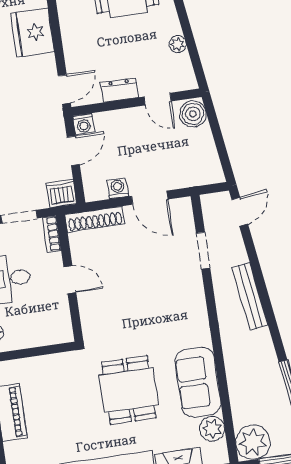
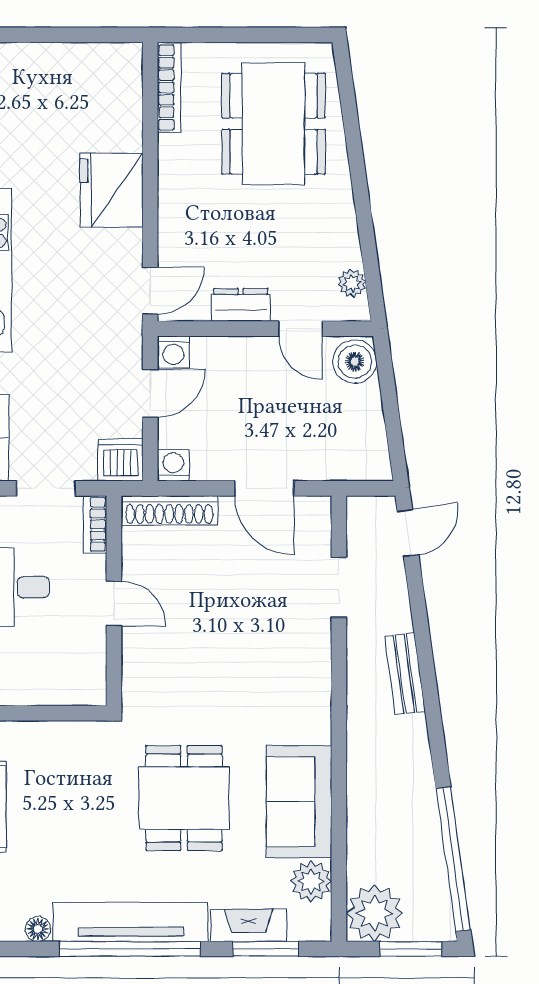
plant: (178, 44) -> (352, 283), moved
washing machine: (118, 188) -> (173, 465), moved
bench: (250, 296) -> (405, 674), width x0.73

